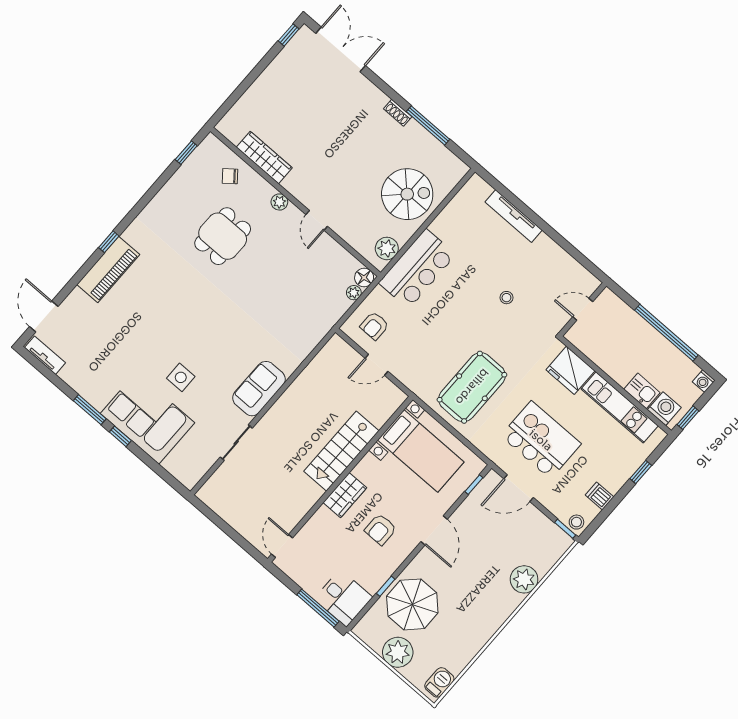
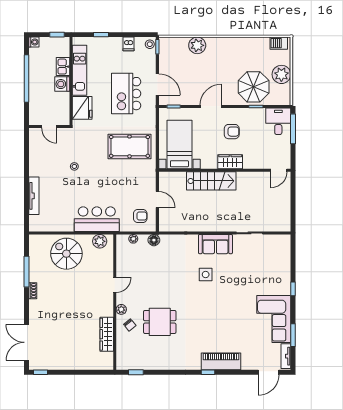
chair: (230, 176) -> (130, 325), moved
floor lamp: (364, 278) -> (154, 240), moved
side table: (181, 377) -> (206, 274), moved
washing machine: (664, 409) -> (62, 84), moved
window: (90, 410) -> (293, 335), moved
corner sofa: (147, 418) -> (274, 319), moved

